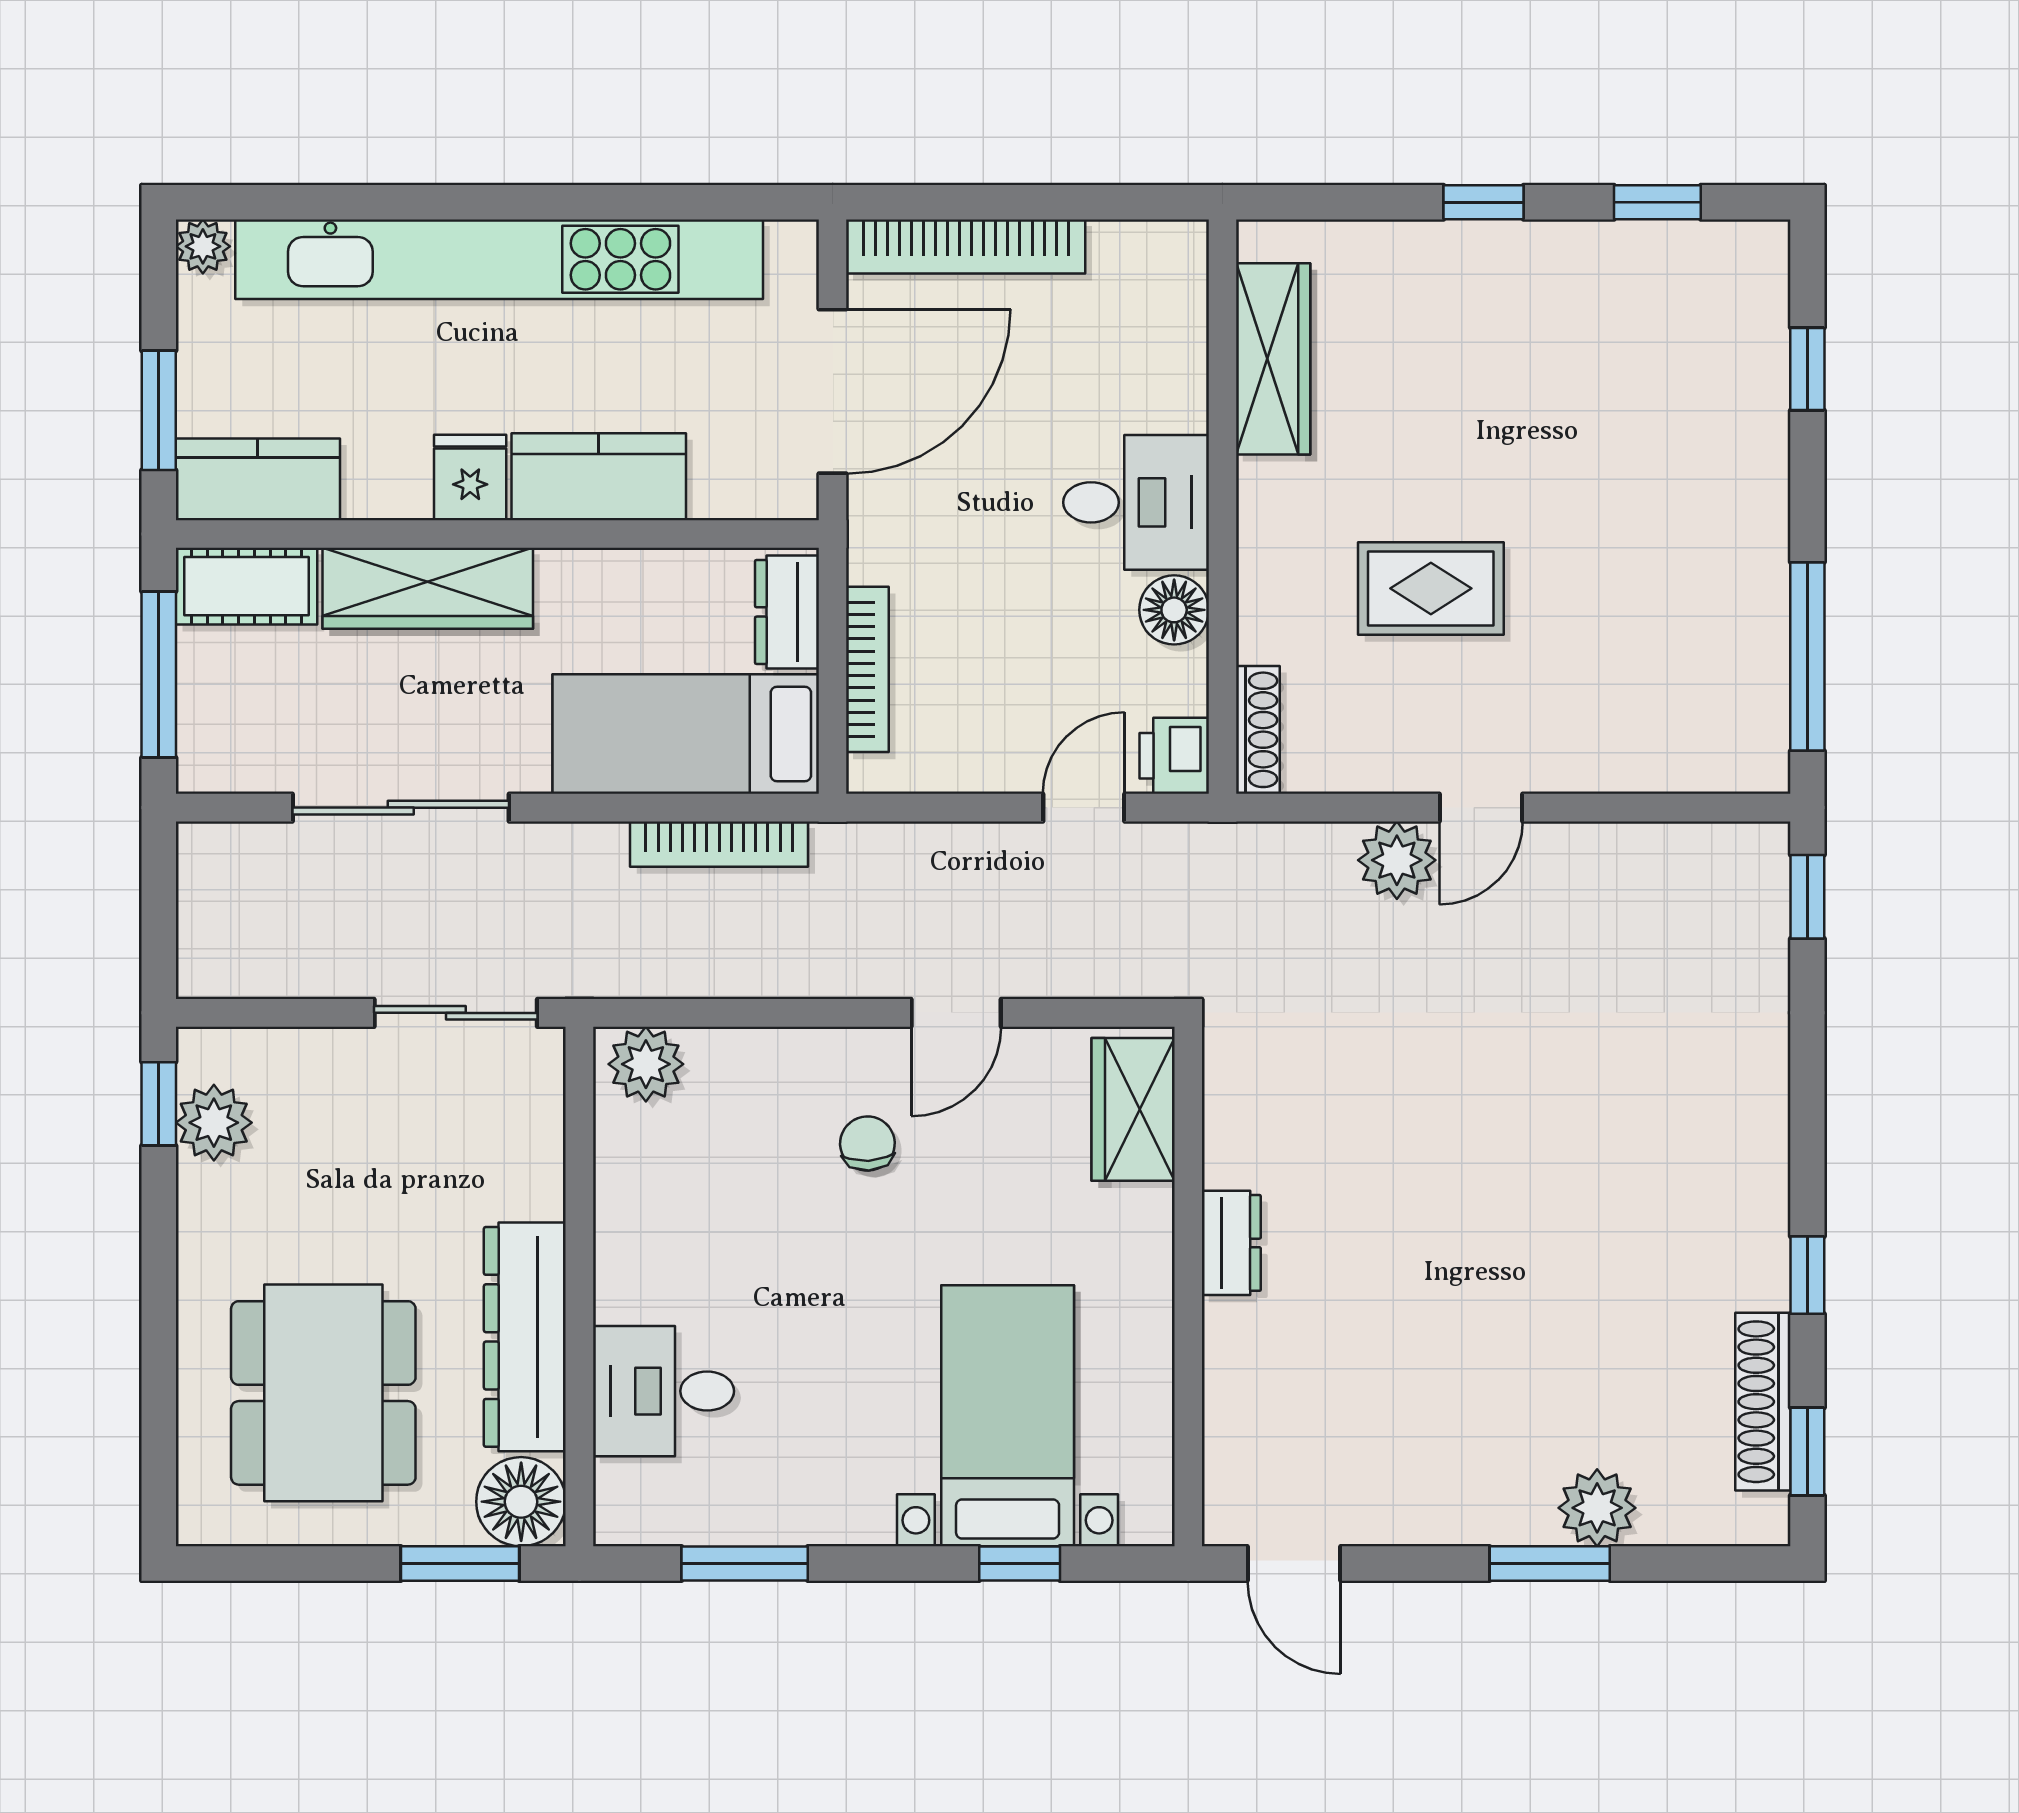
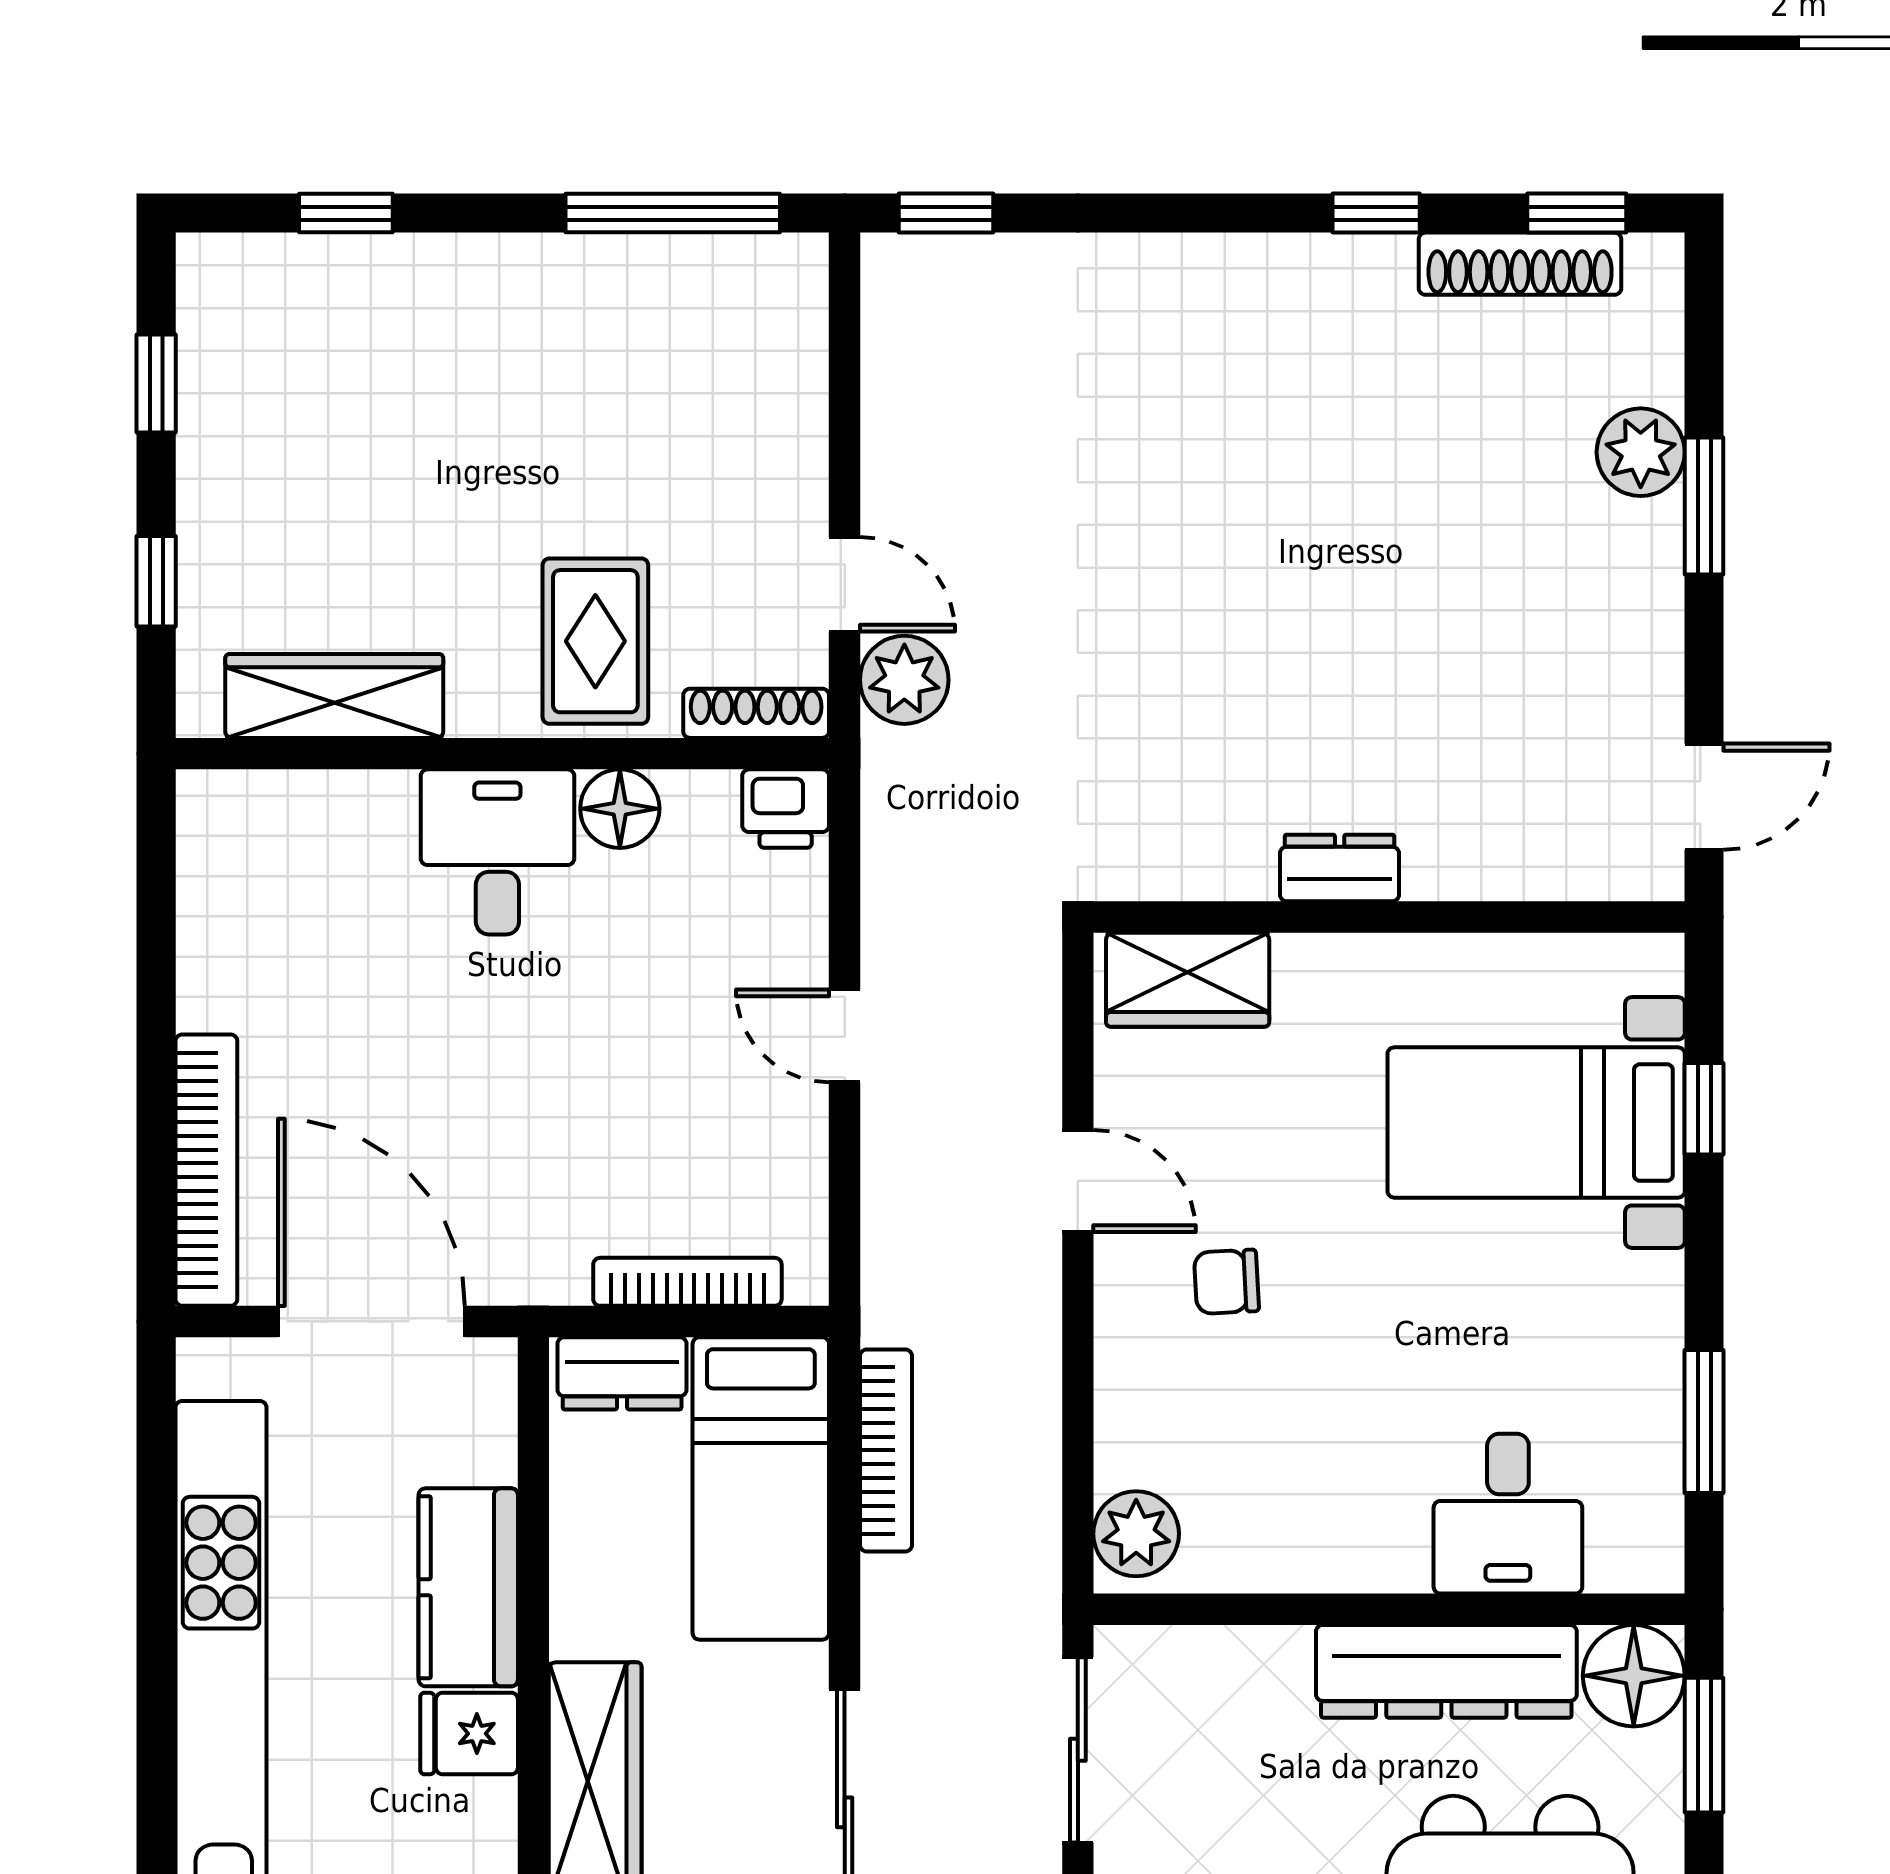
wardrobe: (1273, 359) -> (334, 696), moved
desk: (1136, 502) -> (497, 852), moved
wall: (1222, 507) -> (502, 754), moved
floor lamp: (1174, 610) -> (620, 809), moved
shoe rack: (1258, 730) -> (756, 713), moved
printer: (1174, 756) -> (786, 809), moved

